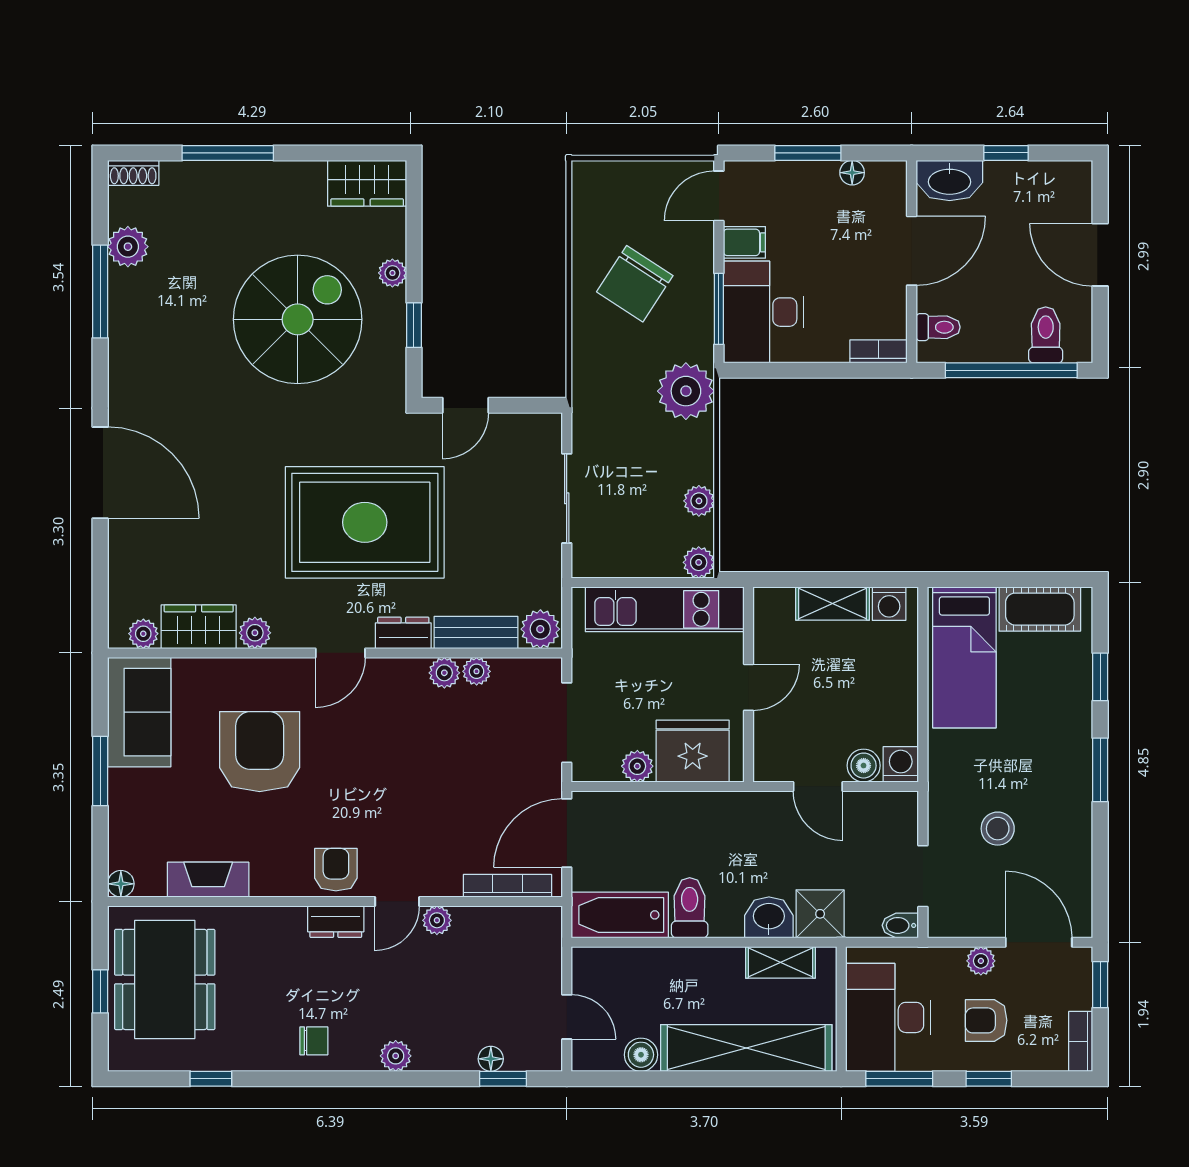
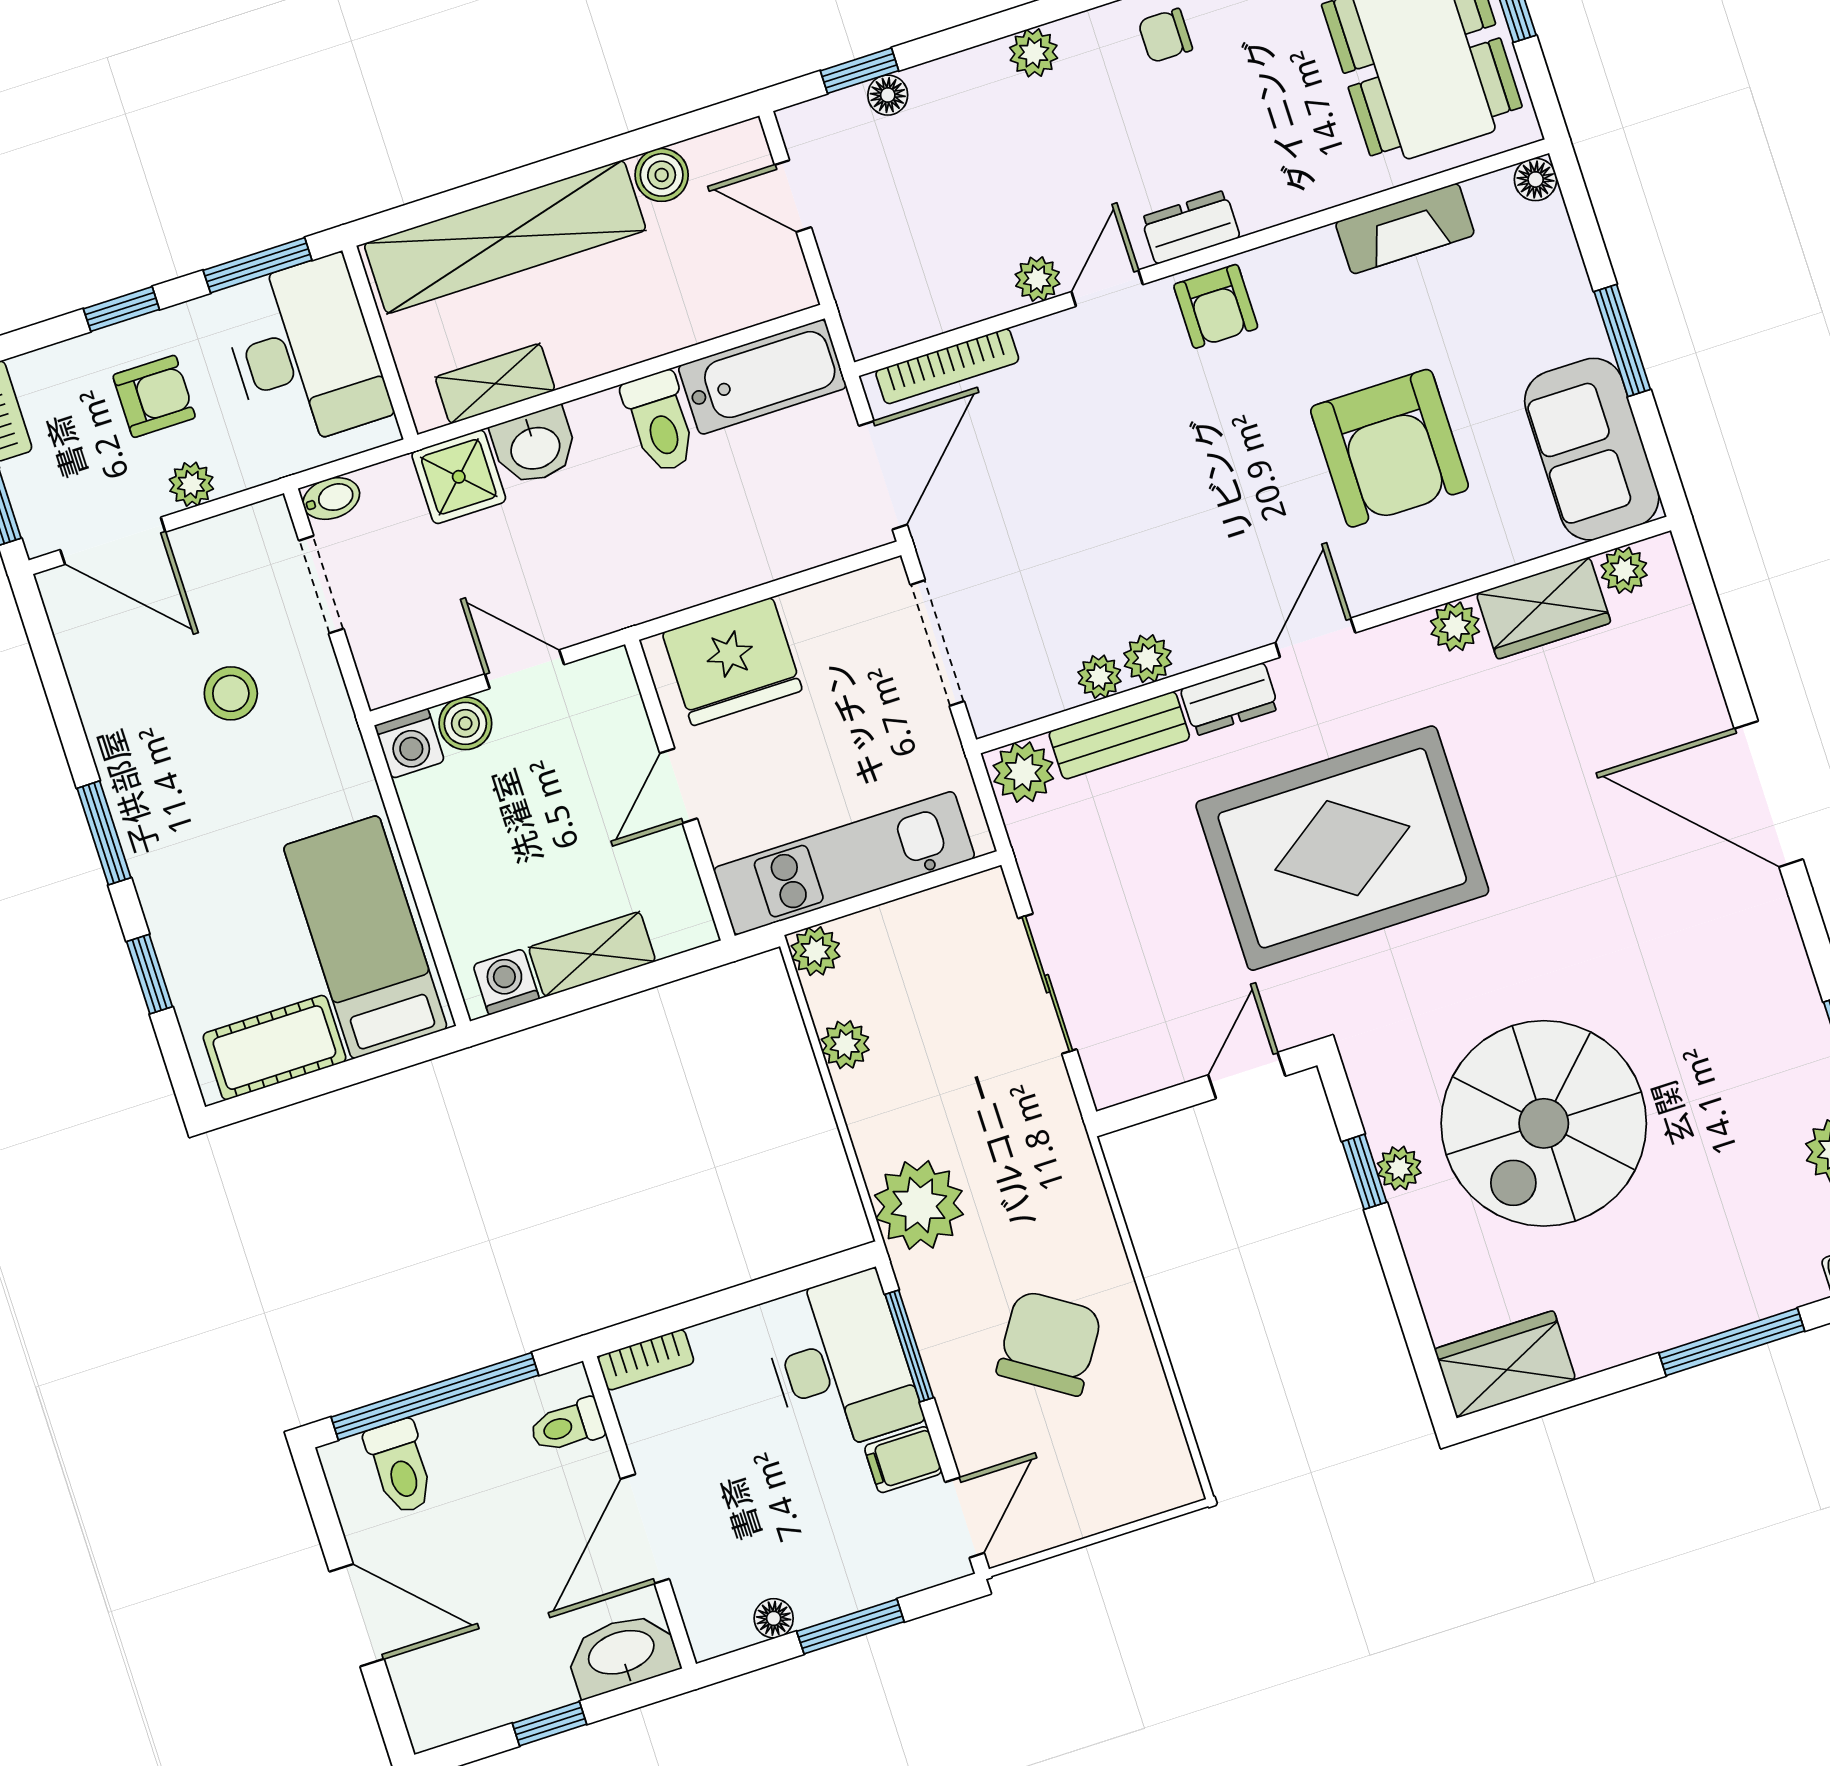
plant: (392, 273) -> (1399, 1168), moved
plant: (637, 766) -> (809, 611), removed

